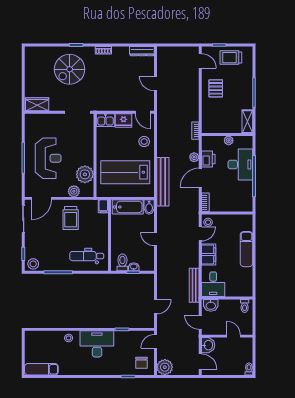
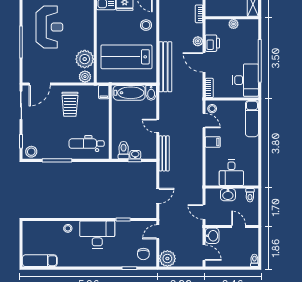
reception desk: (48, 158) -> (49, 27), moved
desk: (240, 164) -> (246, 80), moved
door: (200, 178) -> (204, 62), hinge flipped
plant: (74, 191) -> (85, 77), moved
door: (200, 234) -> (204, 121), hinge flipped
exam couch: (246, 249) -> (252, 119), moved
filing cabinet: (209, 255) -> (213, 142), width x0.50
desk: (213, 284) -> (231, 173), moved
bench: (194, 285) -> (164, 153), moved
washbasin: (211, 305) -> (228, 195), moved

